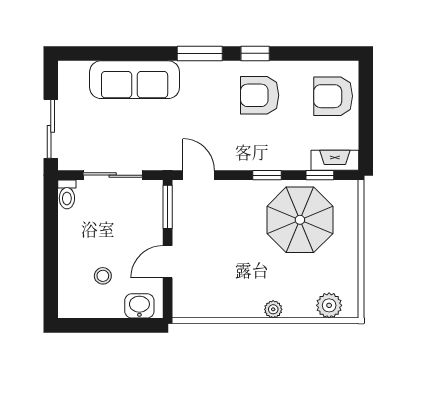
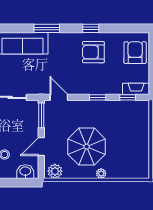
window: (200, 53) -> (47, 28), moved
armchair: (333, 96) -> (135, 53), turned 90
parasol: (300, 220) -> (87, 147), moved
plant: (329, 305) -> (55, 171), moved

